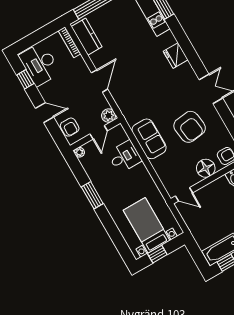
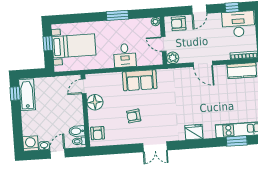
armchair: (190, 127) -> (134, 116), width x0.53, depth x0.53
desk: (125, 157) -> (125, 55), moved
floor lamp: (206, 168) -> (95, 102), moved

